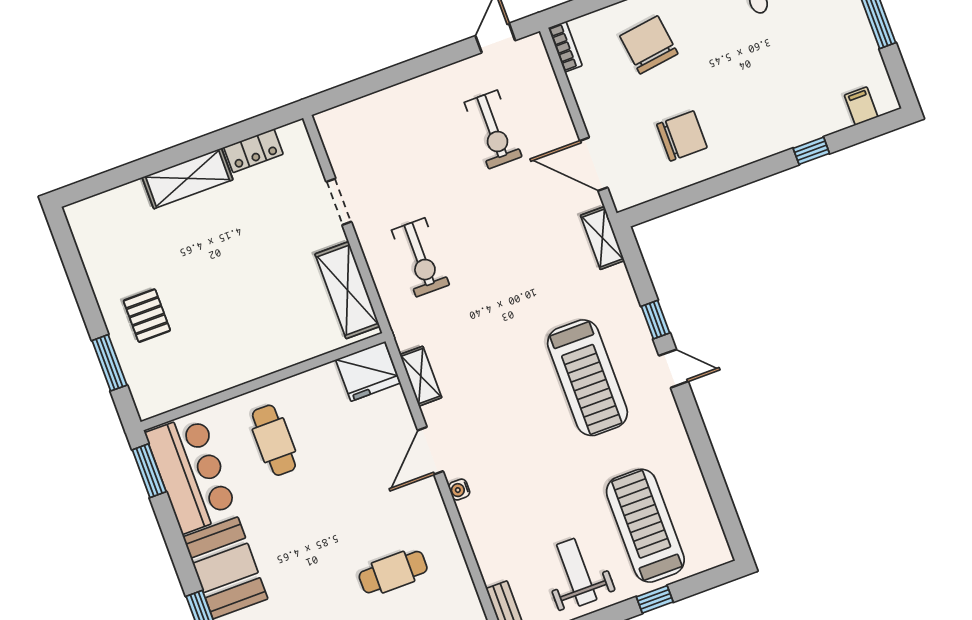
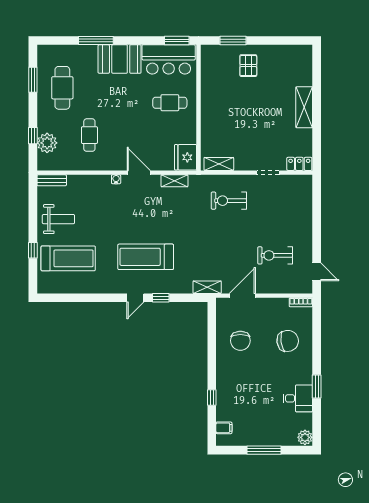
locker: (253, 151) -> (299, 164), moved, turned 90
shelving: (347, 290) -> (219, 164), width x0.67, depth x0.75
pallet: (147, 316) -> (248, 66), turned 90

